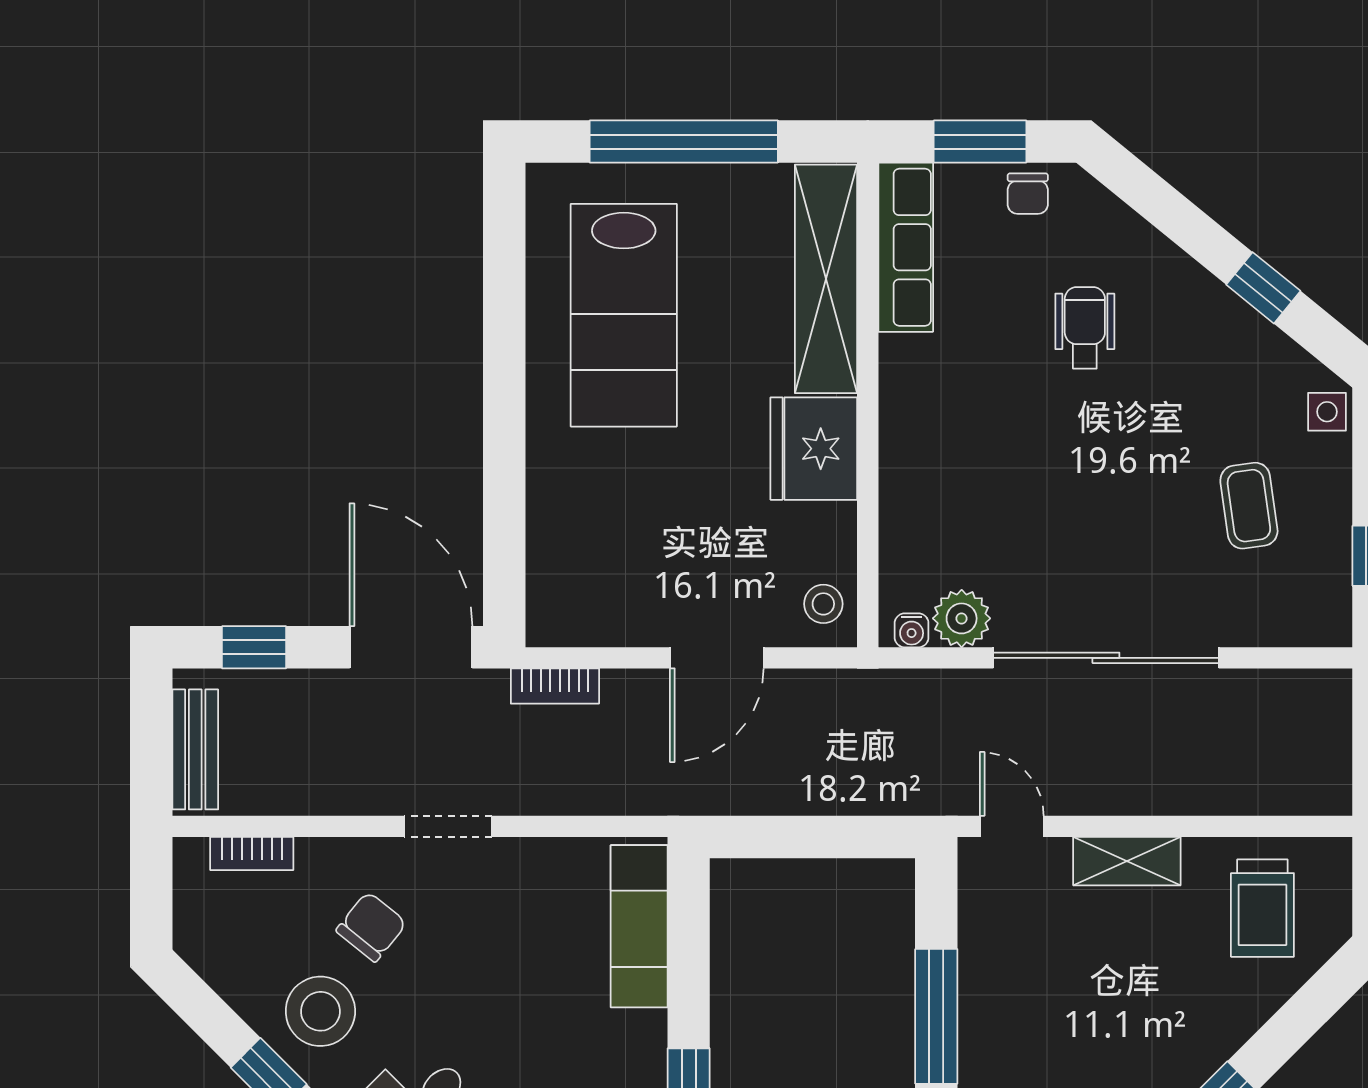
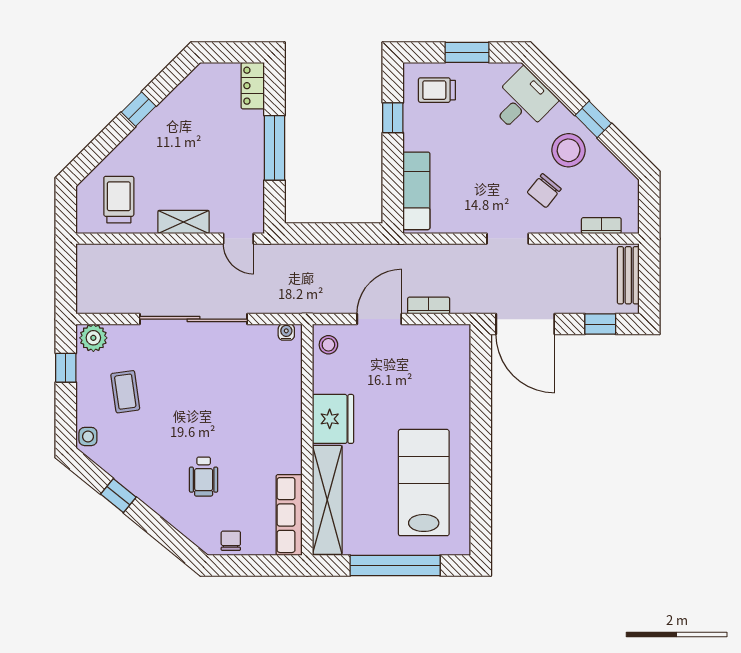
window: (980, 142) -> (254, 565), removed
plant: (962, 618) -> (93, 338), moved
bookcase: (555, 686) -> (429, 306), moved

